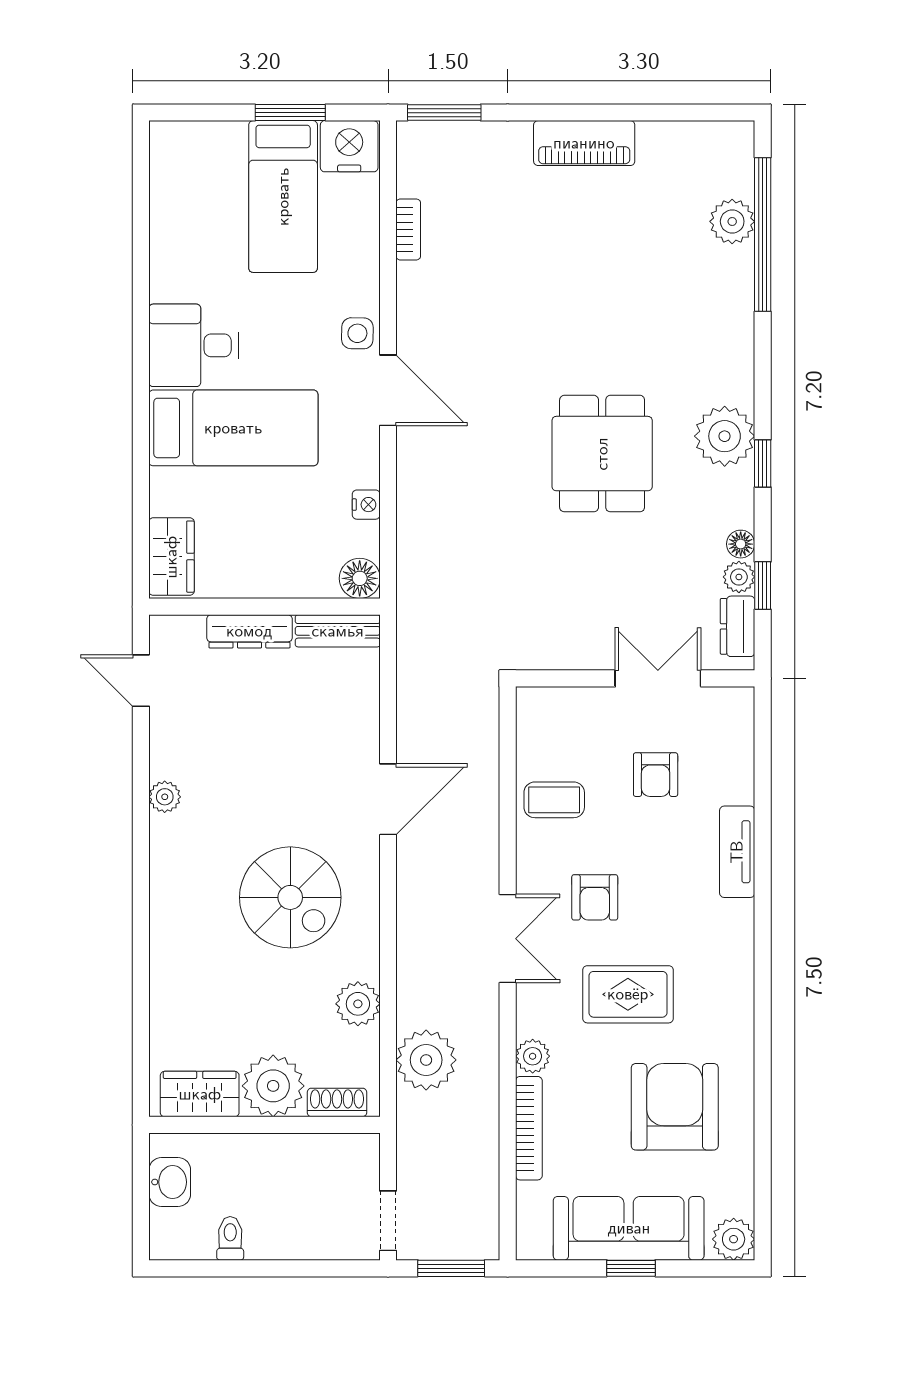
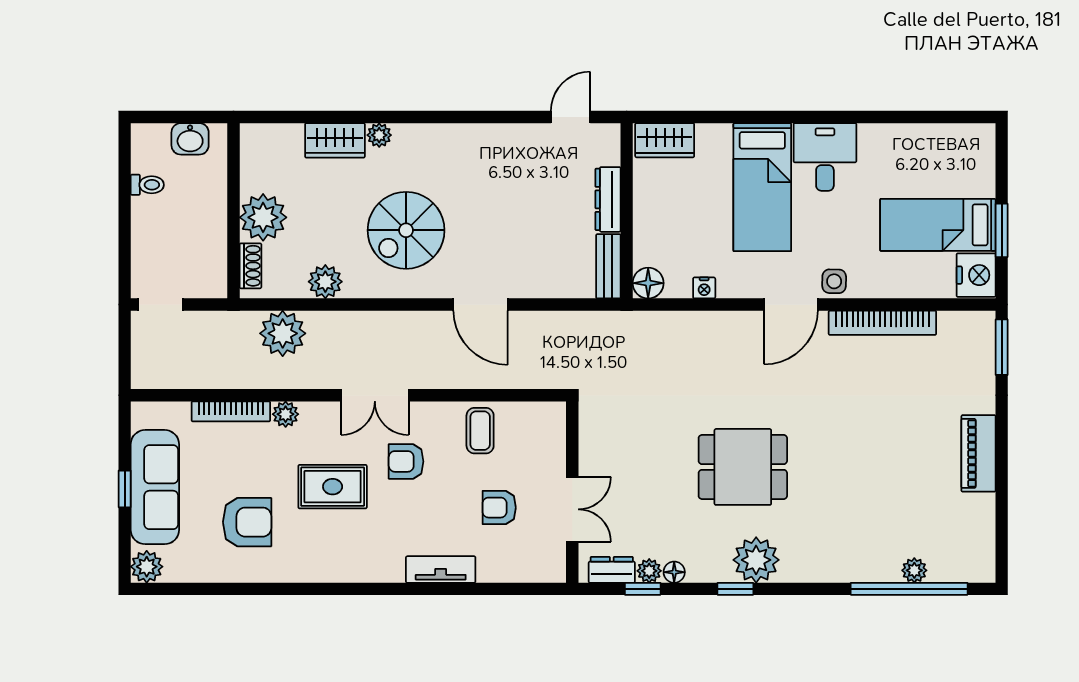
plant: (732, 221) -> (914, 570), width x0.73, depth x0.73
bookcase: (408, 229) -> (882, 323), width x2.31, depth x1.31
plant: (165, 797) -> (379, 135), moved
rug: (628, 994) -> (333, 487), turned 90
wardrobe: (200, 1094) -> (335, 140), moved, turned 90
armchair: (675, 1107) -> (247, 522), width x0.73, depth x0.73
window: (451, 1268) -> (125, 352), removed

